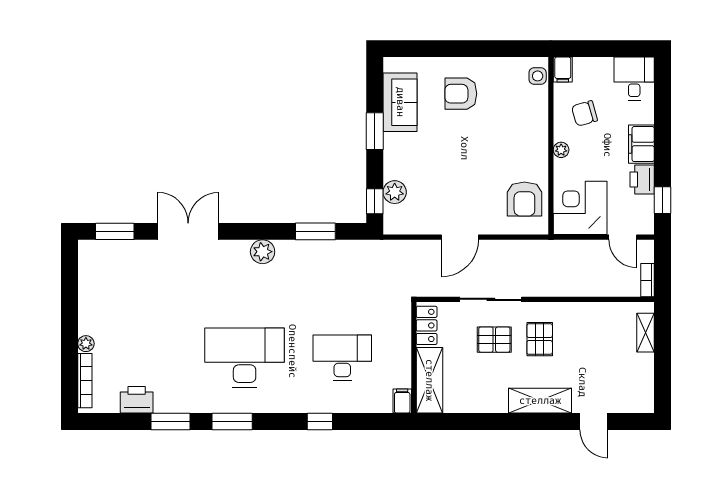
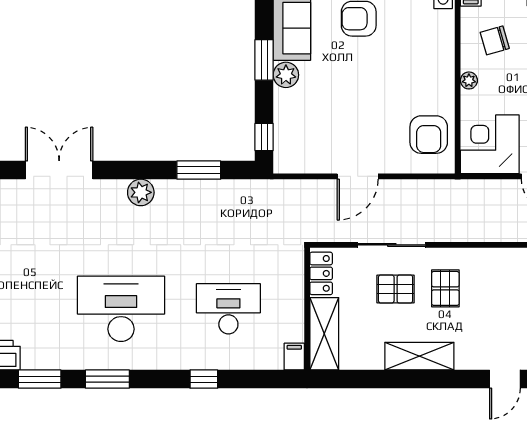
plant: (395, 192) -> (286, 75), moved
shelving: (540, 401) -> (419, 356), moved
door: (594, 422) -> (505, 379), hinge flipped

